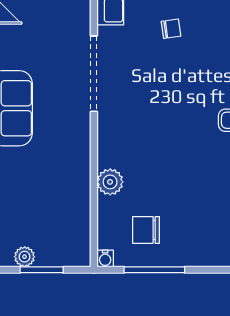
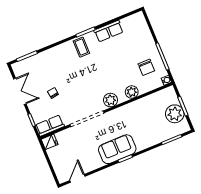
plant: (111, 134) -> (110, 100), added
plant: (25, 257) -> (175, 114), width x1.88, depth x1.88

